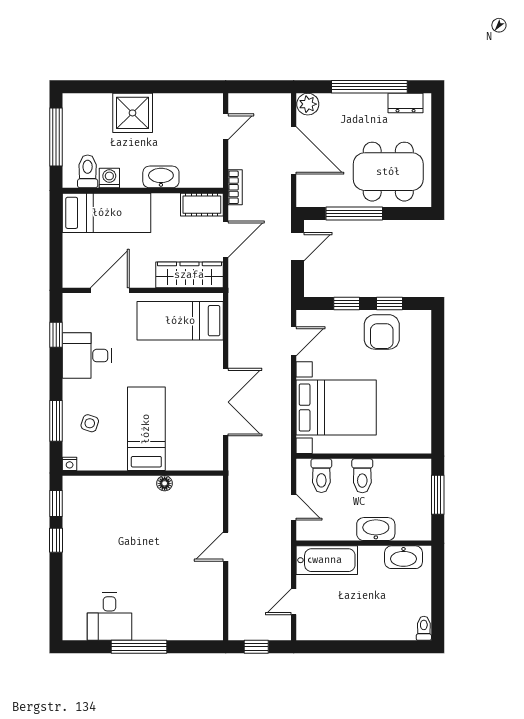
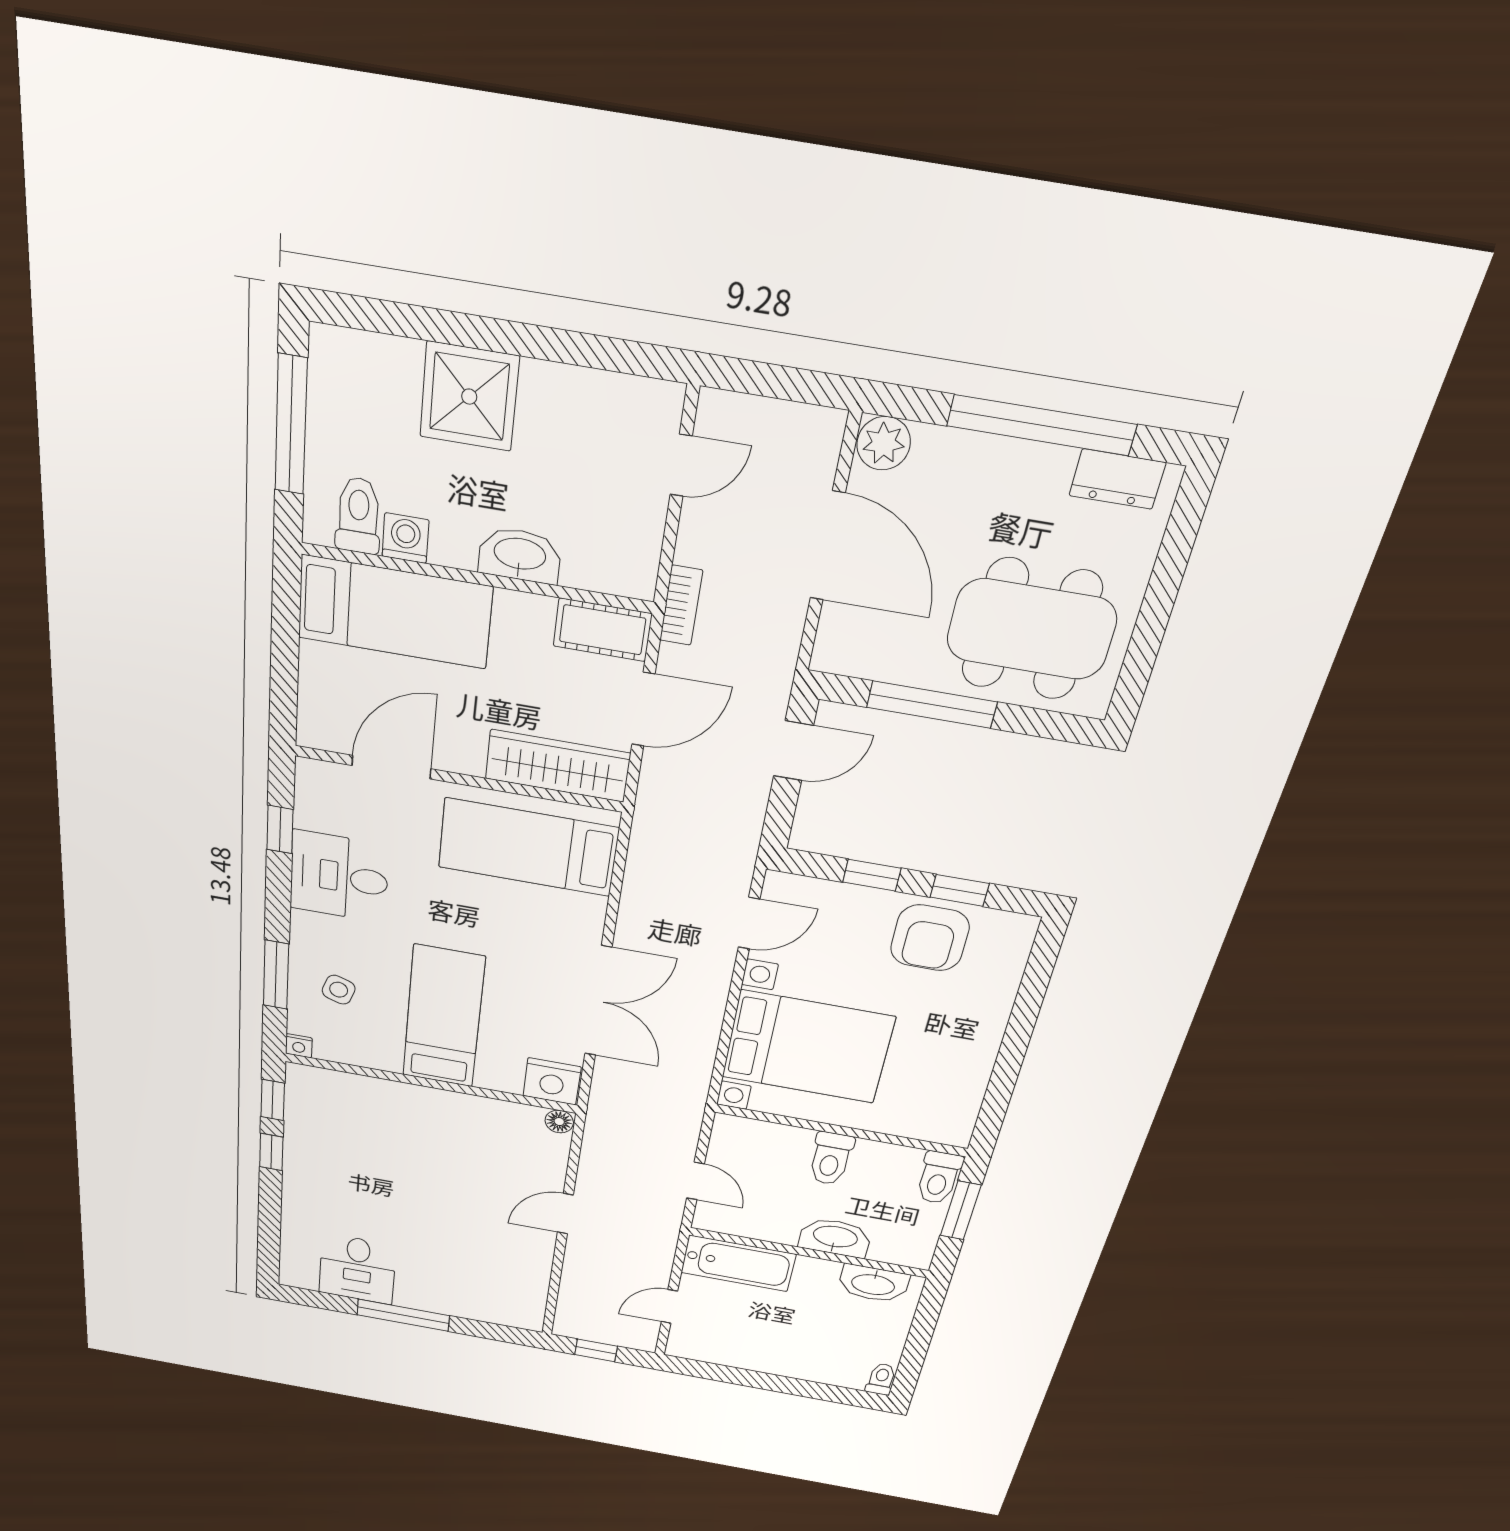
nightstand: (208, 458) -> (552, 1081), added
toilet: (321, 476) -> (939, 1178), moved
floor lamp: (165, 483) -> (559, 1122), moved

